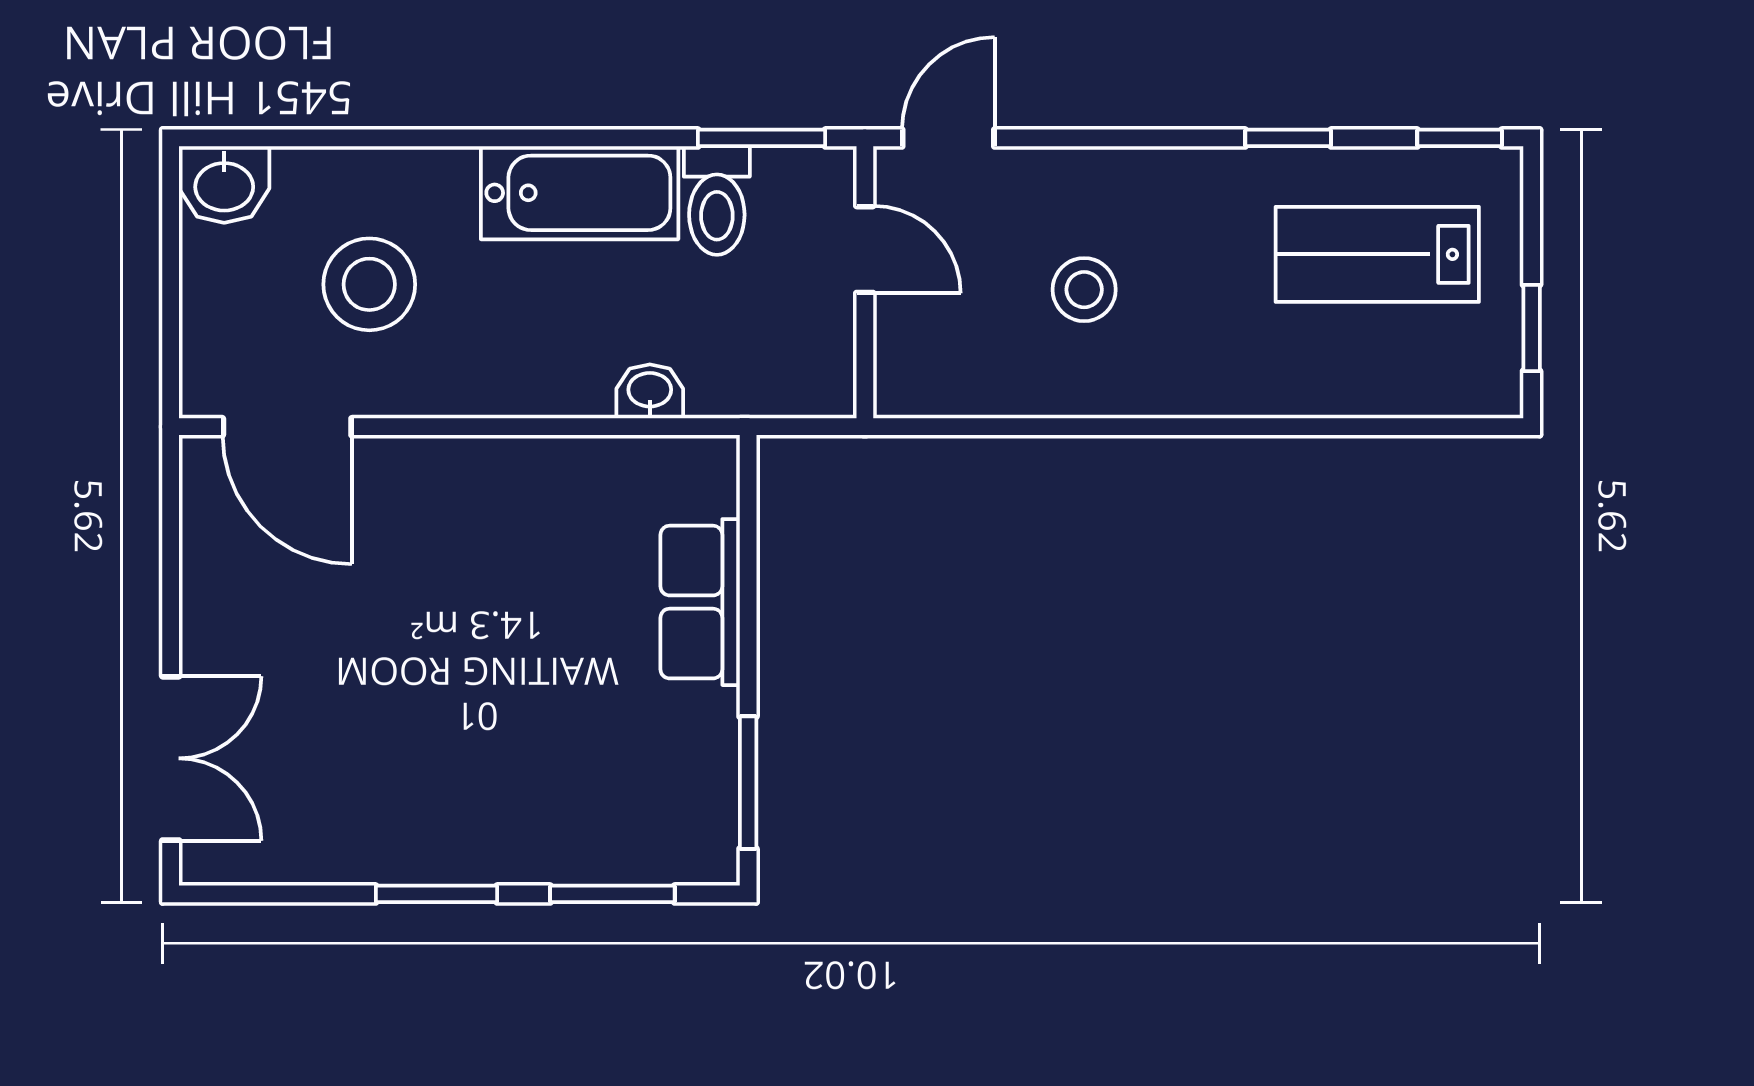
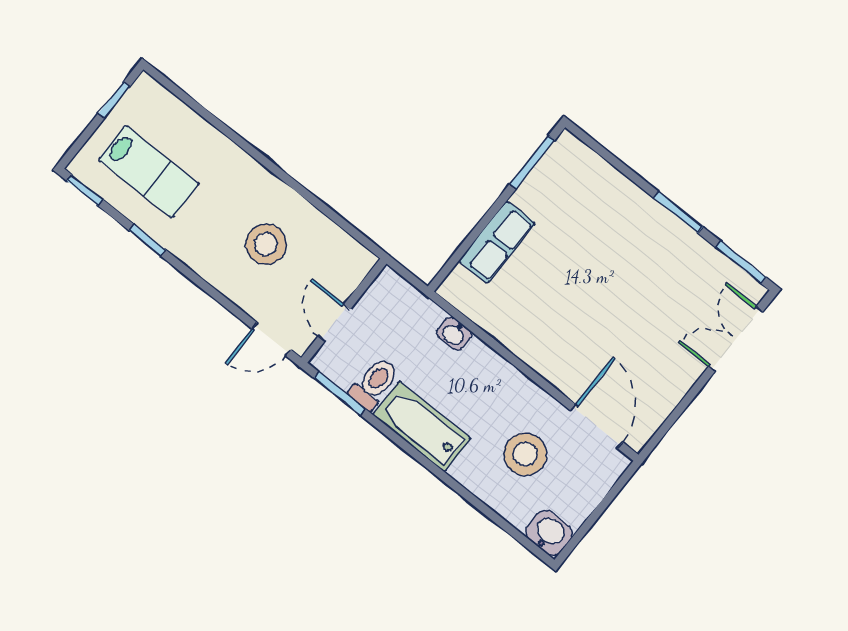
stool: (1084, 290) -> (266, 244), width x1.38, depth x1.38
window: (612, 894) -> (741, 262), moved

